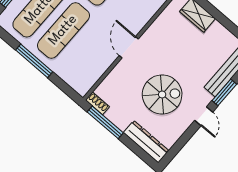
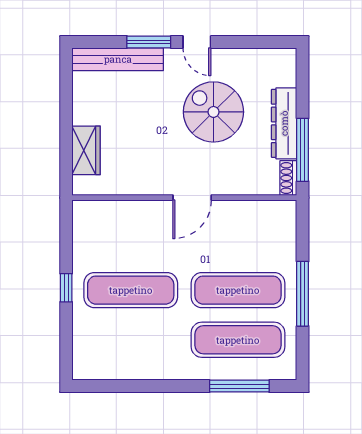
door: (204, 116) -> (197, 42), swing flipped
dresser: (146, 142) -> (284, 123), moved

